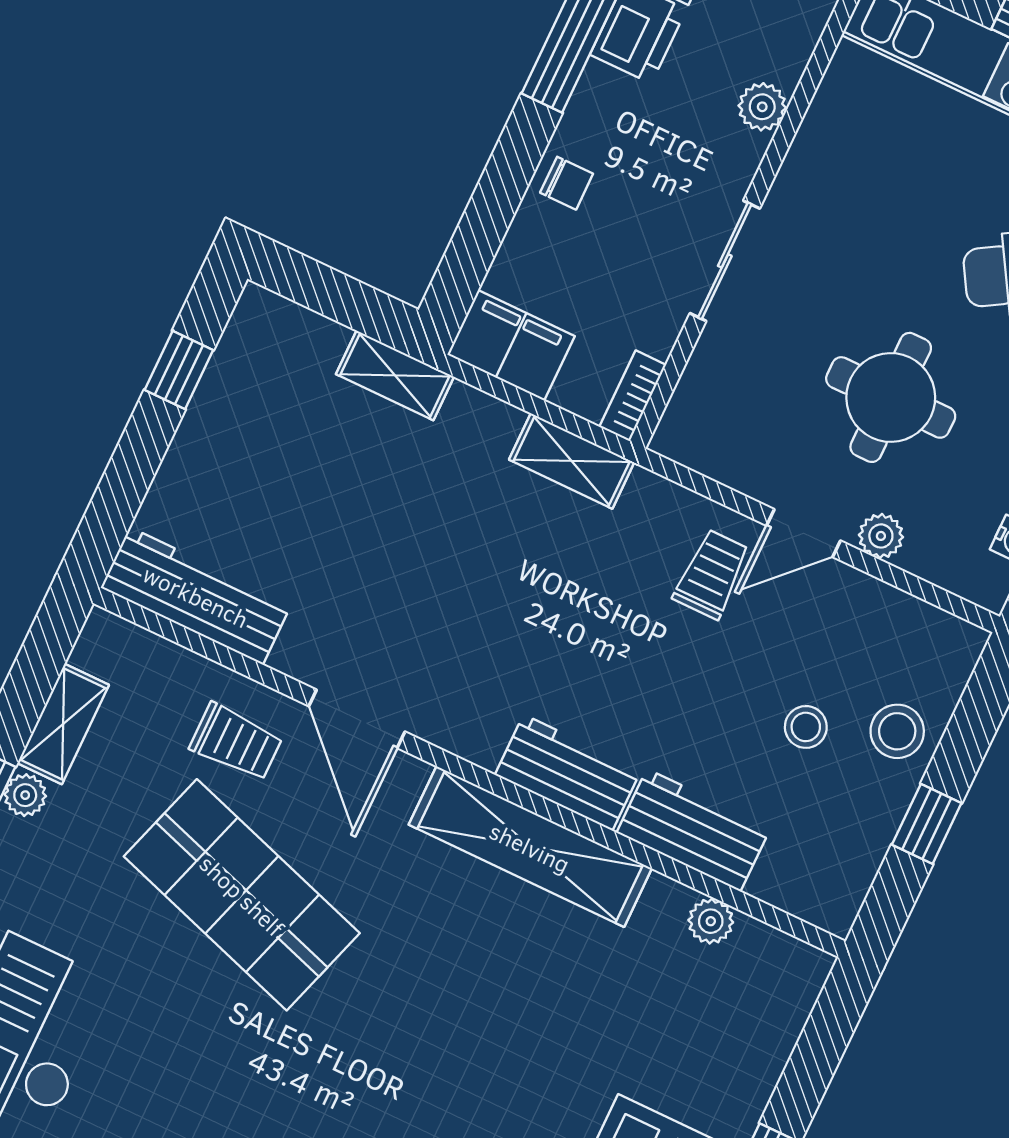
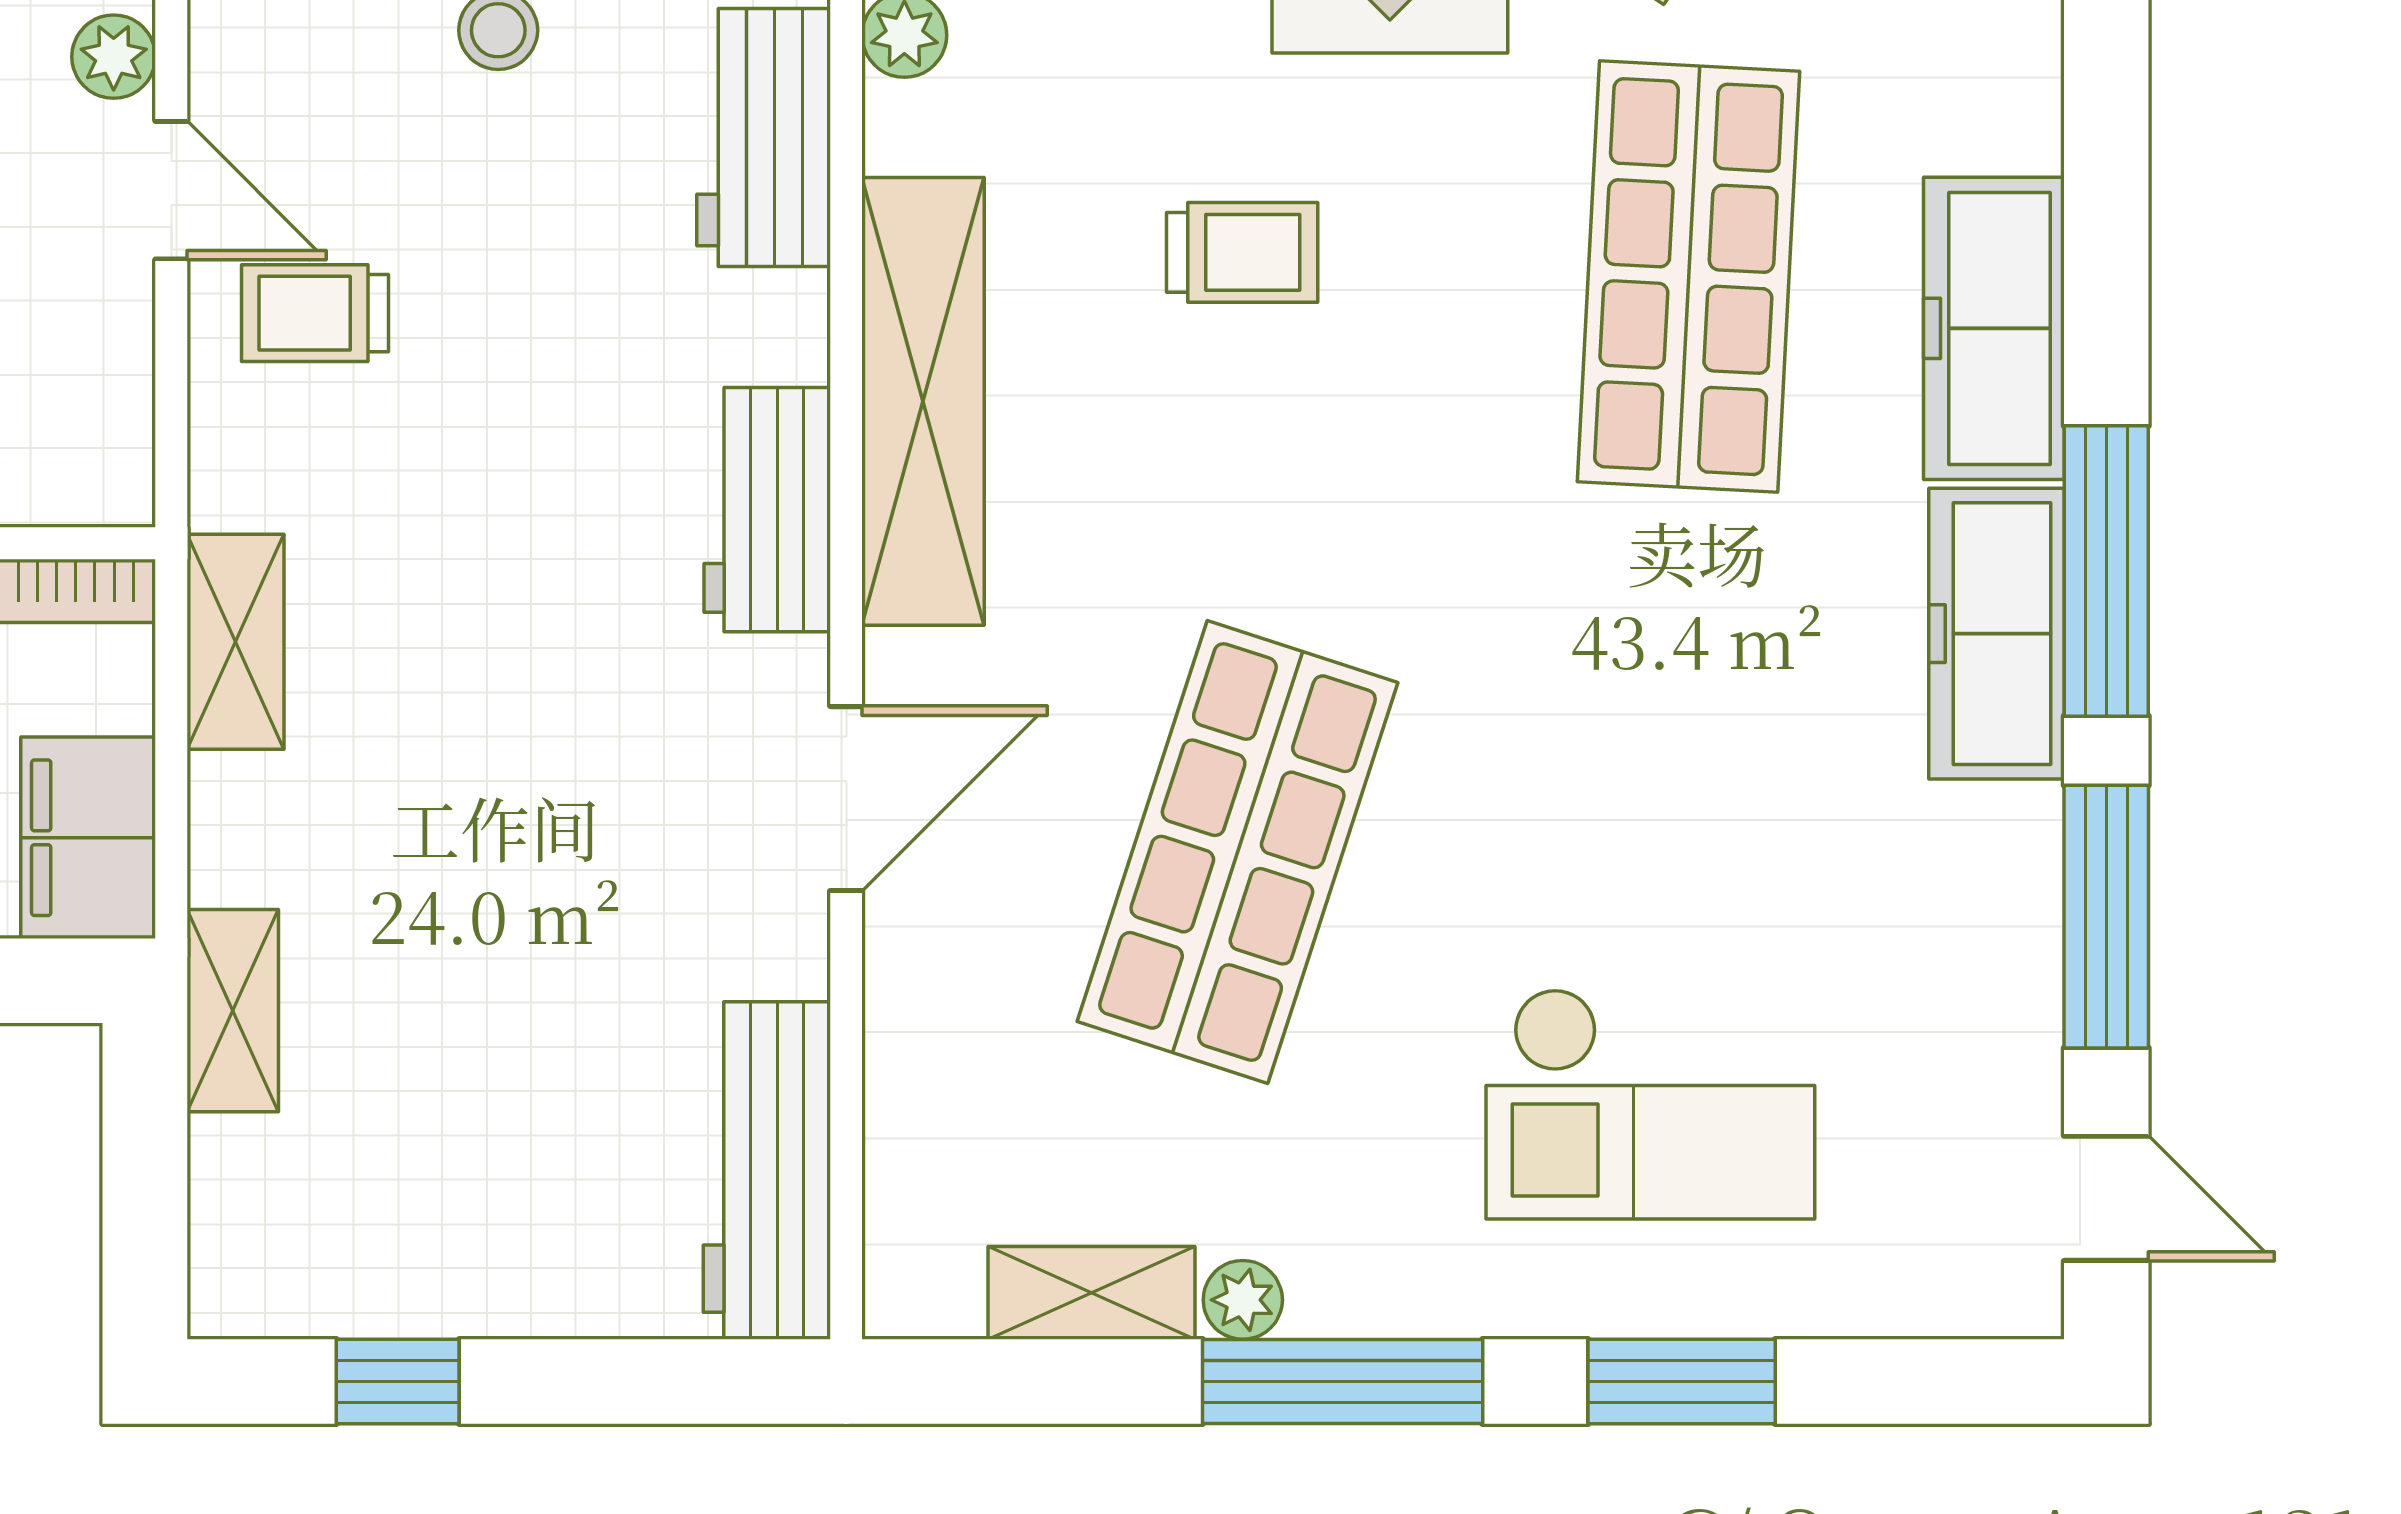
trolley: (236, 742) -> (1242, 252), moved, turned 90
workbench: (568, 773) -> (767, 510), moved

